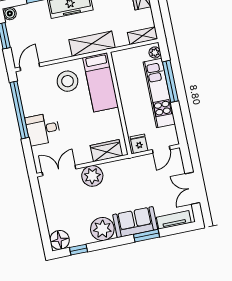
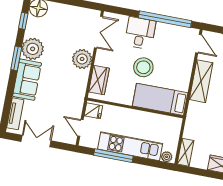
shelving: (92, 44) -> (201, 81), moved
stool: (68, 81) -> (143, 67), moved
window: (170, 81) -> (113, 156), moved
window: (146, 236) -> (16, 58), moved

